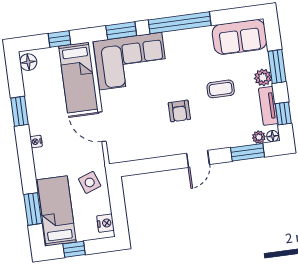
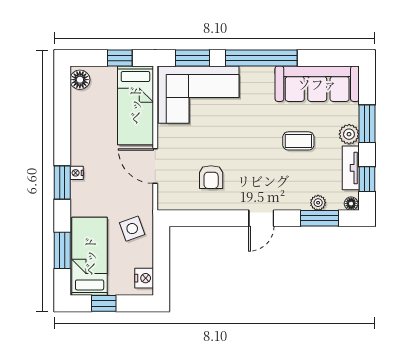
sofa: (239, 37) -> (317, 84), width x1.36
window: (20, 111) -> (62, 183), moved
armchair: (179, 111) -> (211, 177), moved
plant: (259, 137) -> (318, 203), moved

